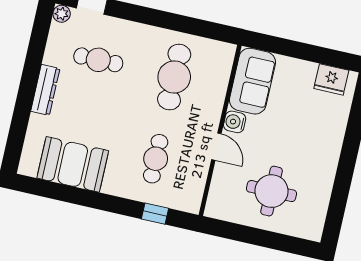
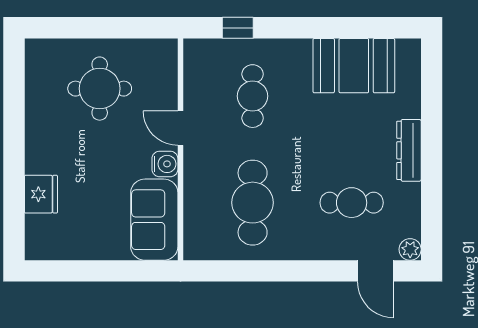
fridge: (331, 79) -> (41, 194), moved, turned 90

